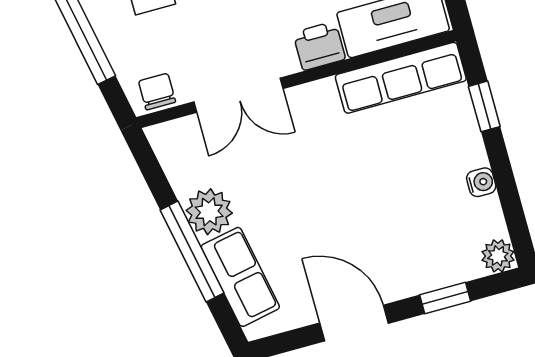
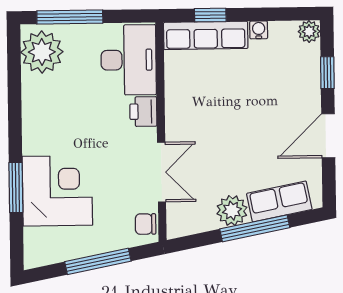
row of seats: (401, 78) -> (206, 35), moved, turned 90

